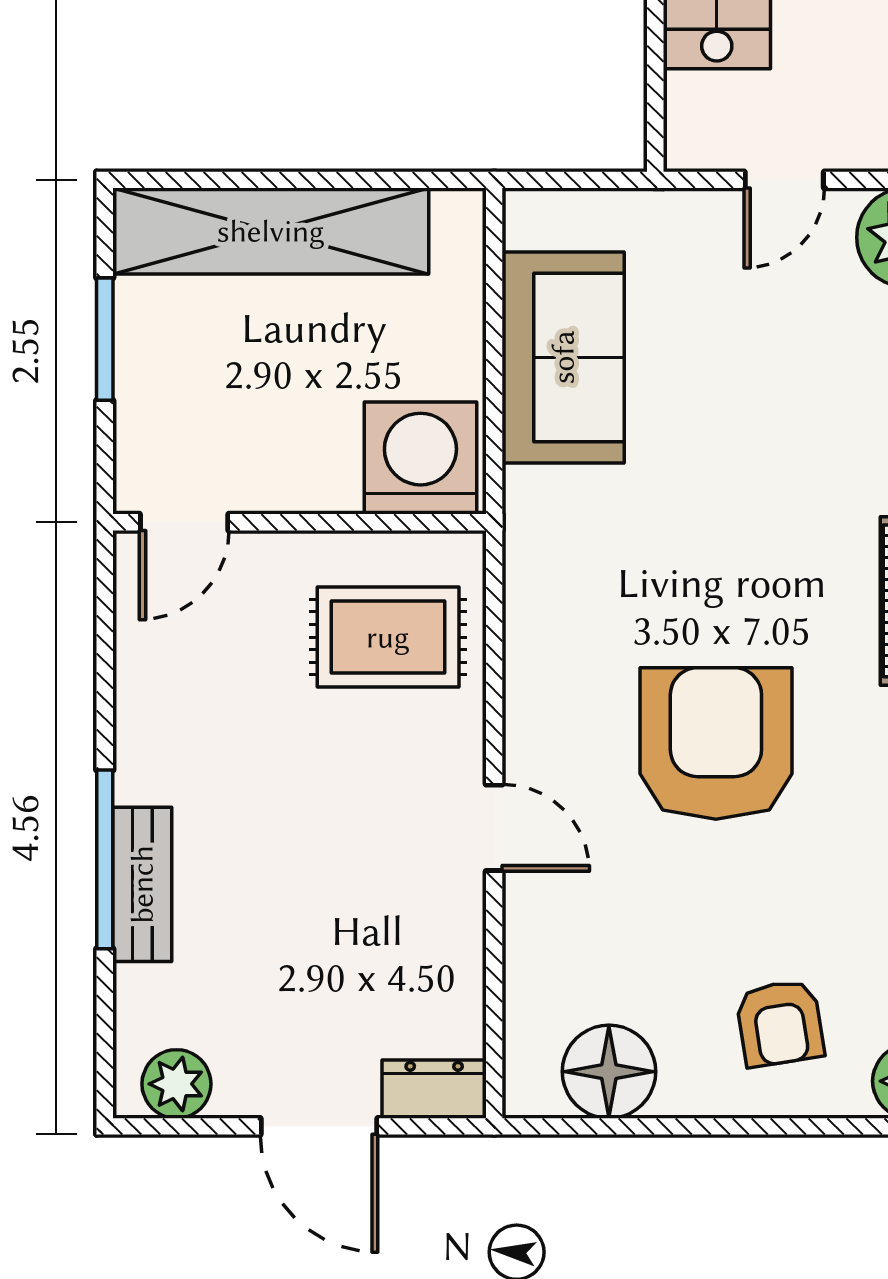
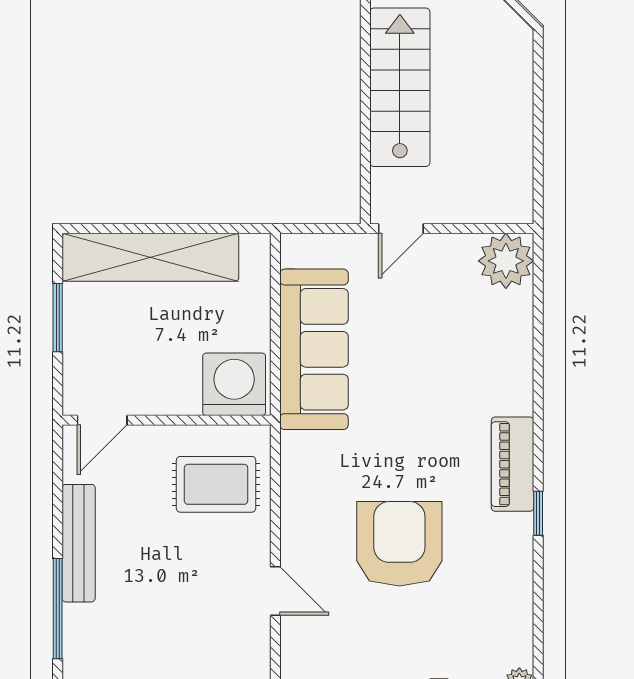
door: (784, 180) -> (401, 229), moved
sofa: (563, 357) -> (314, 349), width x1.36
bench: (142, 884) -> (79, 543), moved, width x1.36

